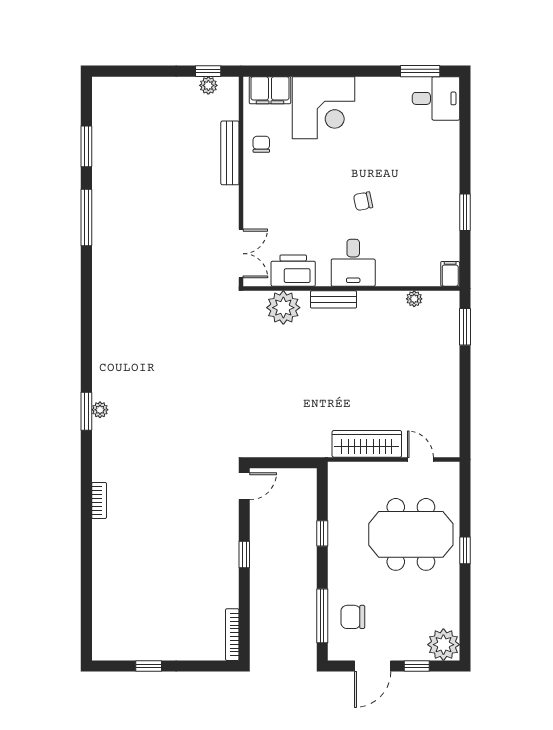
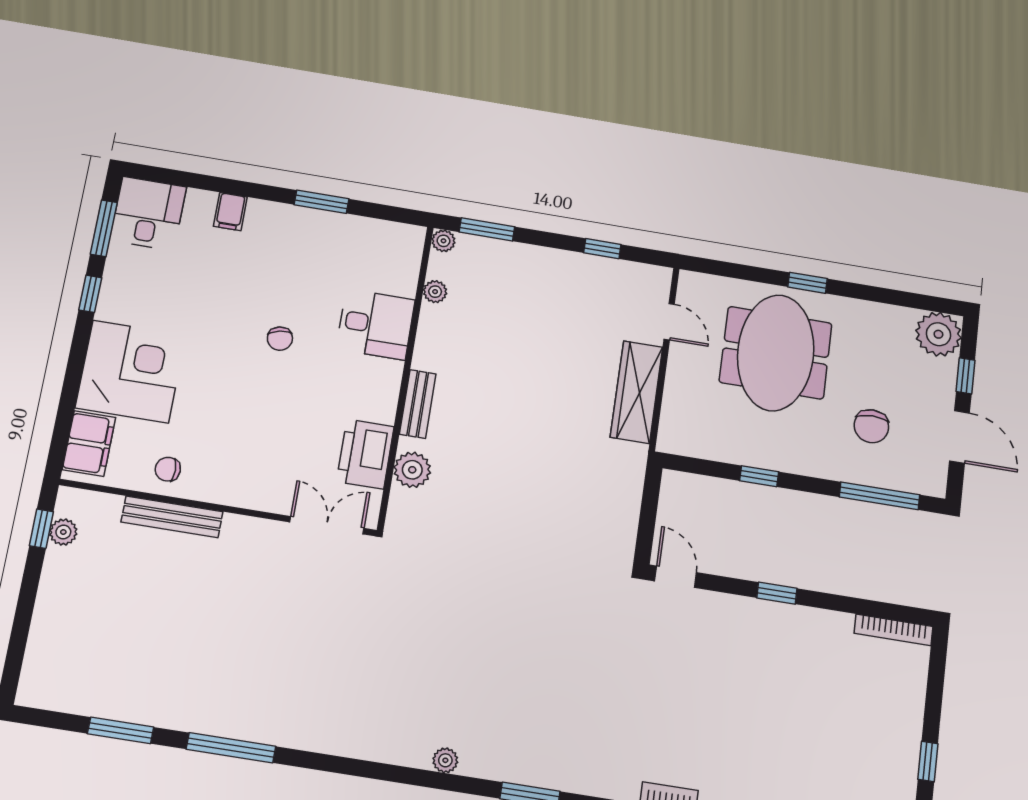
window: (373, 71) -> (90, 294), added
desk: (353, 263) -> (376, 324), moved
filing cabinet: (450, 274) -> (230, 212), moved, turned -90
plant: (451, 299) -> (443, 241), added
plant: (283, 308) -> (412, 470), width x0.73, depth x0.73
window: (465, 407) -> (602, 249), added
plant: (100, 410) -> (445, 760), moved
door: (420, 459) -> (669, 322), swing flipped
chair: (353, 617) -> (871, 426), moved

